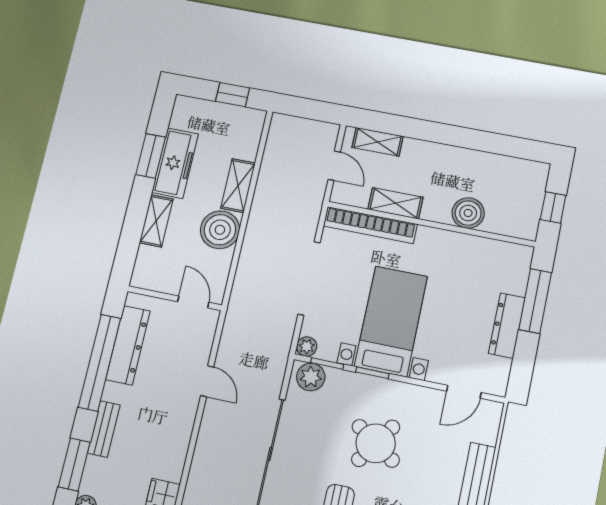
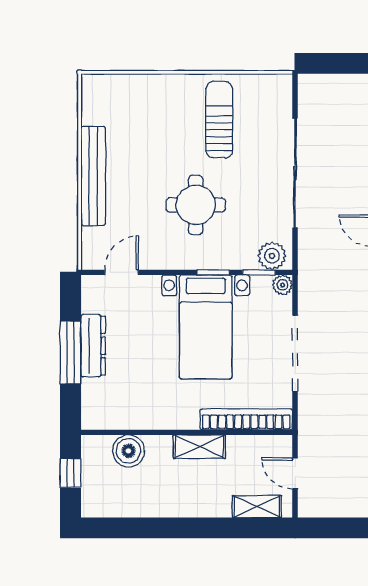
shelving: (395, 203) -> (199, 447), moved
boiler: (468, 213) -> (128, 451), moved
window: (535, 301) -> (71, 353), moved
round table: (376, 443) -> (196, 205), turned -34

